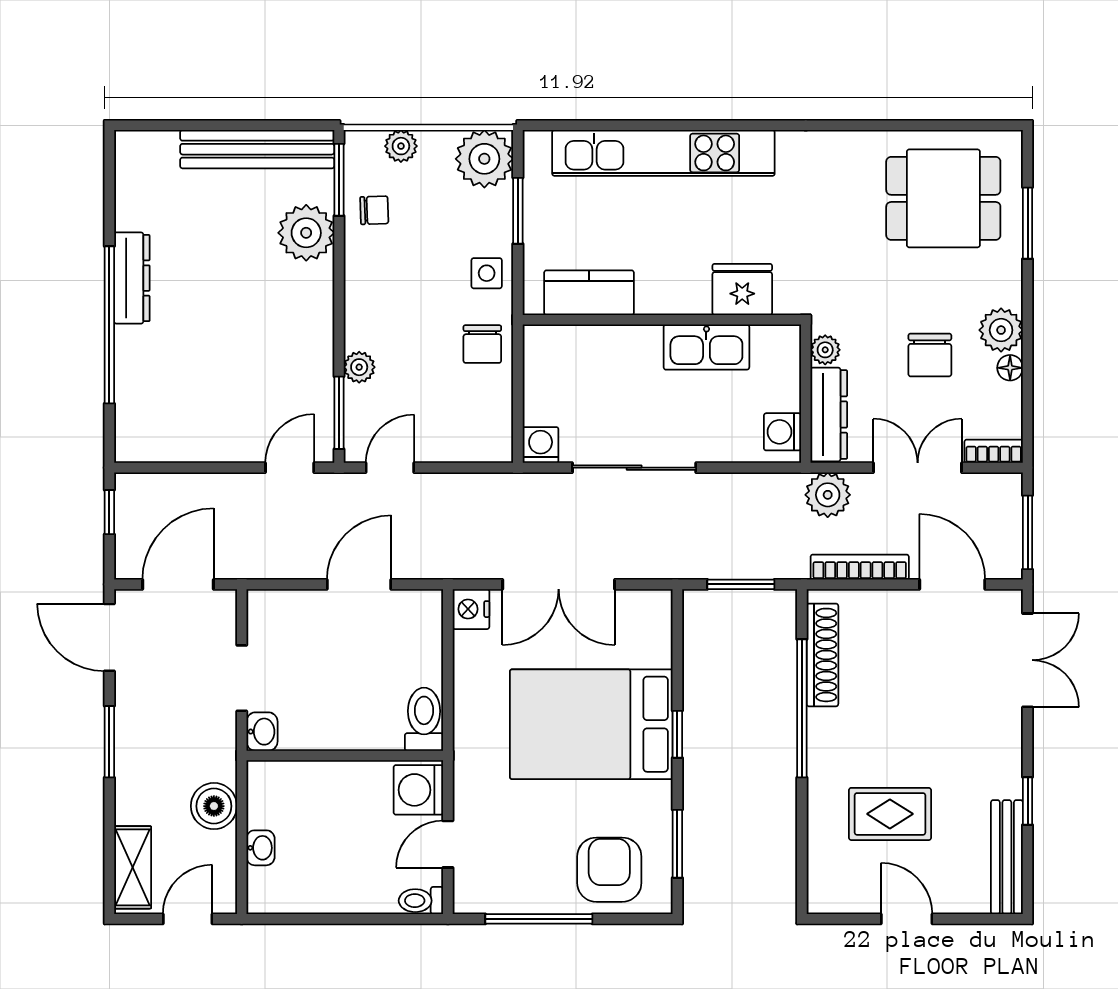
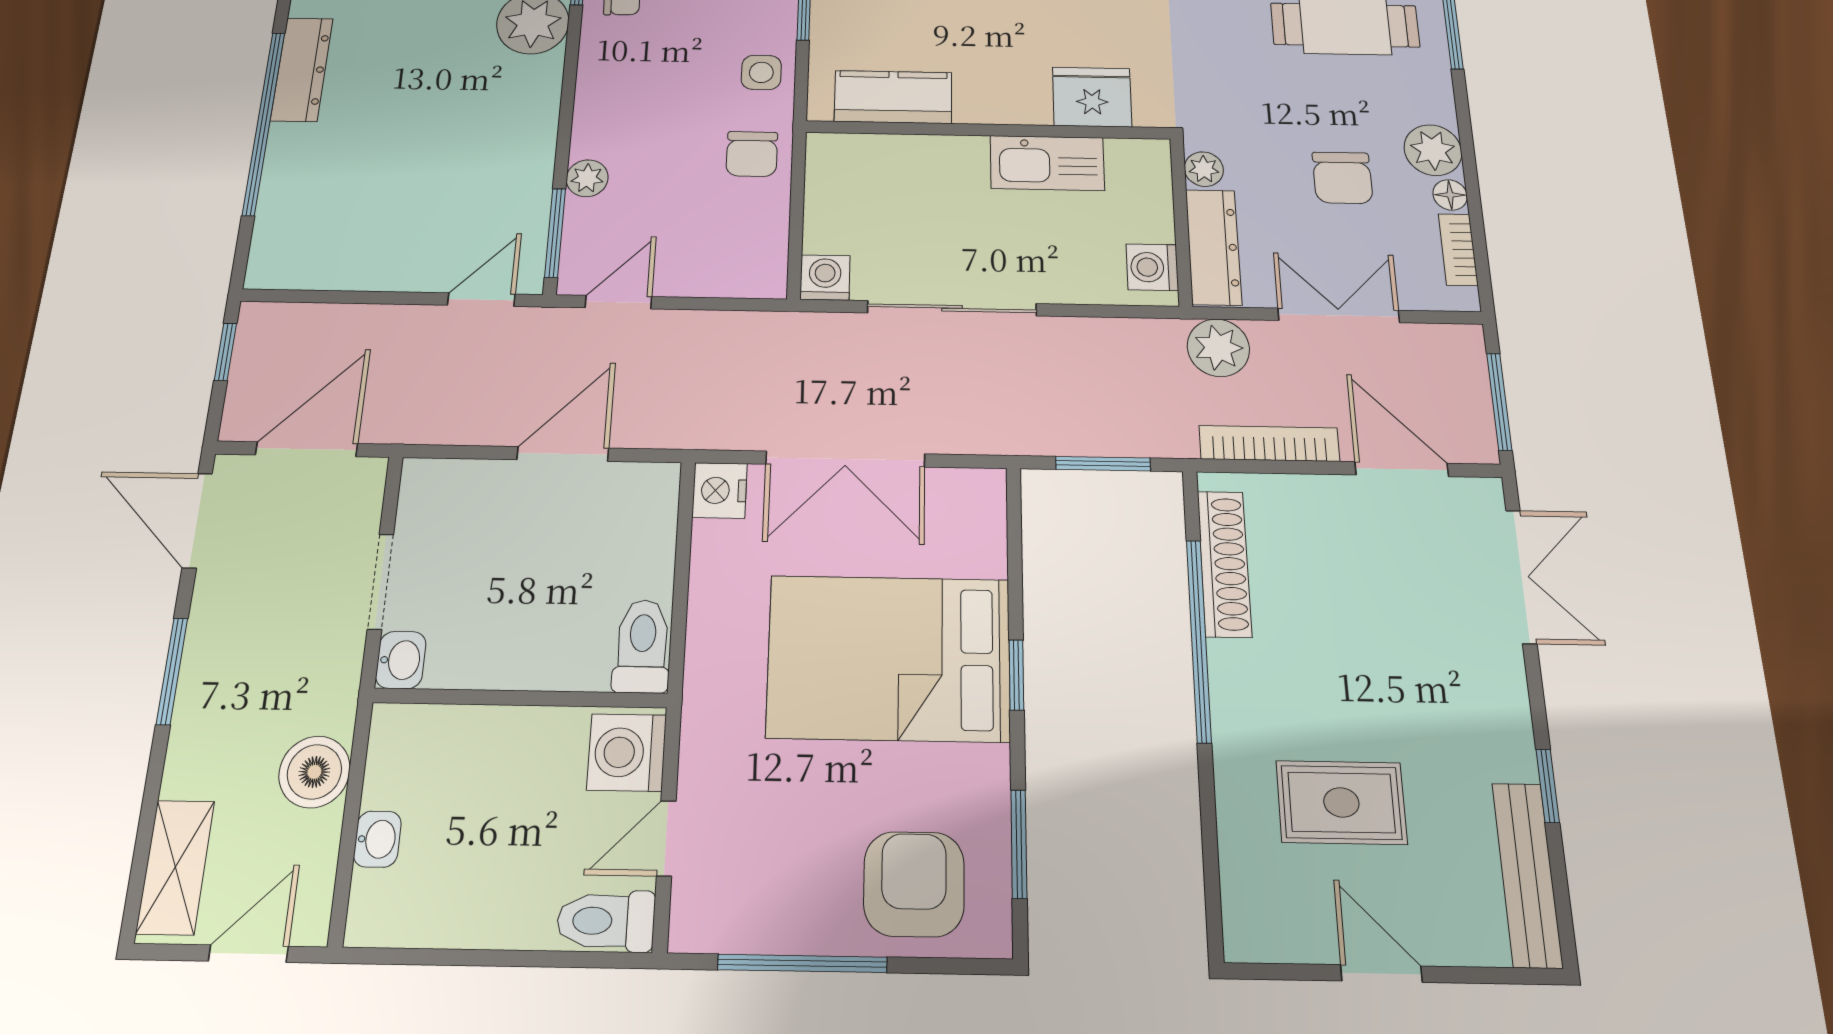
bookcase: (994, 451) -> (1458, 250), moved, turned -90
toilet: (421, 901) -> (606, 921), width x1.37, depth x1.39

